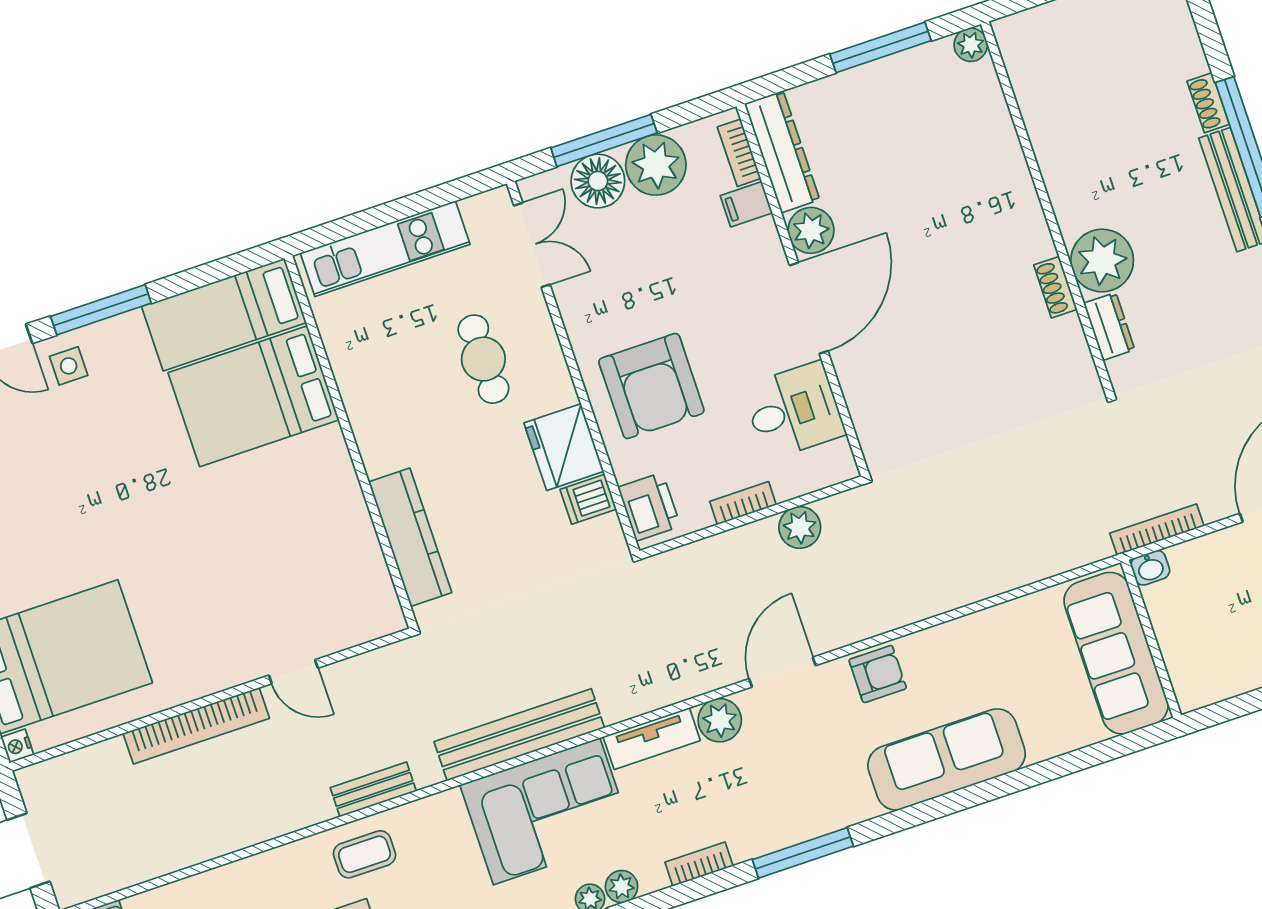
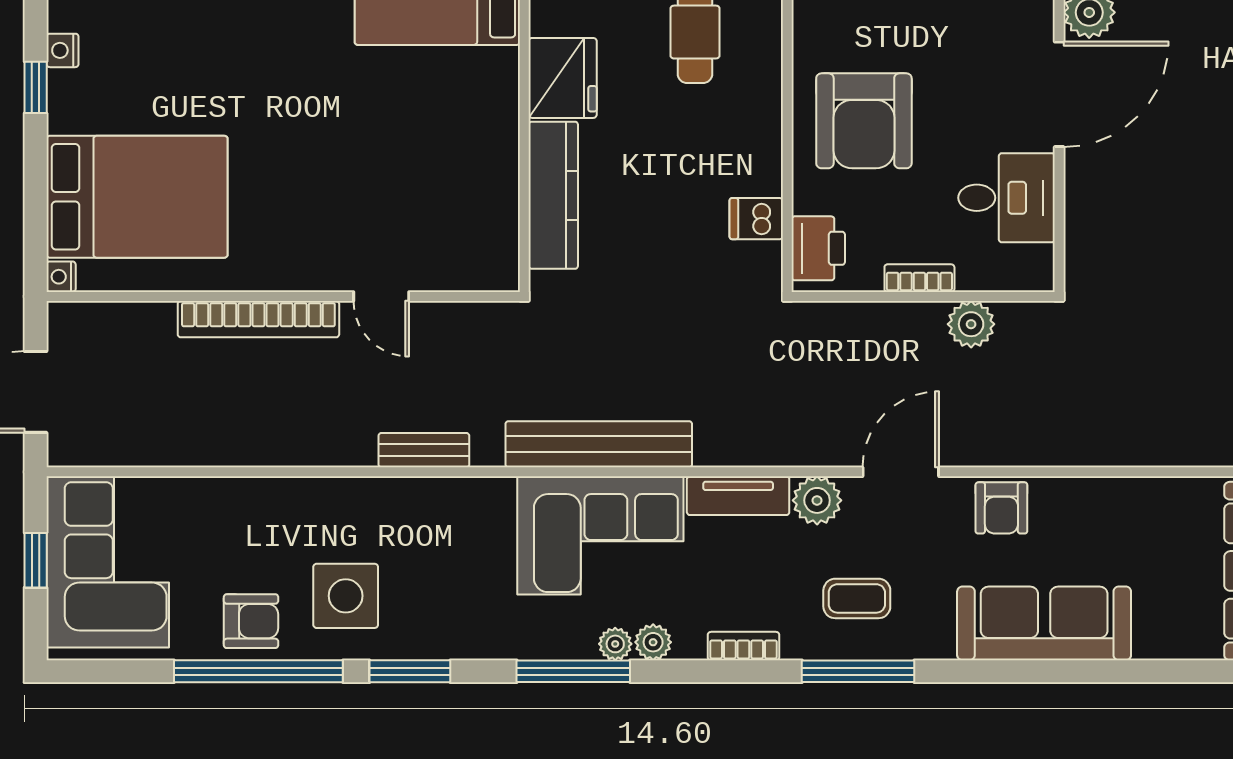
fridge: (564, 447) -> (563, 78), moved, turned 180
armchair: (878, 674) -> (1001, 508), turned 90
coffee table: (364, 854) -> (857, 598), moved

